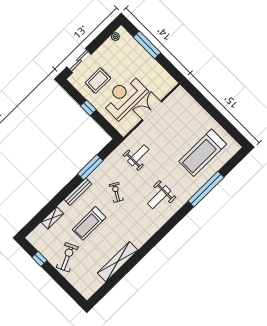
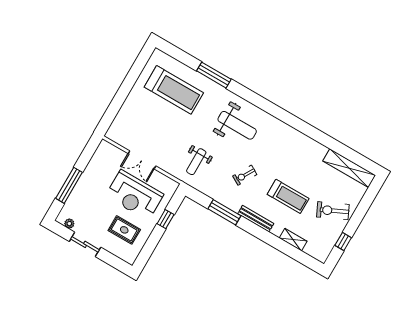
sliding door: (79, 61) -> (85, 244), moved
window: (88, 108) -> (166, 219), moved
weight bench: (138, 155) -> (196, 162), turned -90
window: (206, 189) -> (214, 75), width x0.68
weight bench: (159, 197) -> (237, 125), width x1.36, depth x1.33
shelving: (118, 262) -> (349, 168), moved

